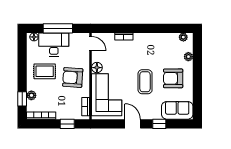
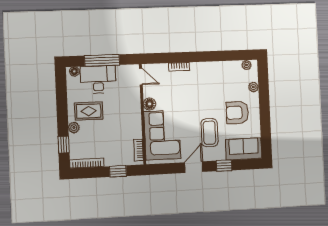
armchair: (73, 78) -> (122, 117), removed
coffee table: (145, 82) -> (209, 133), moved
plant: (31, 95) -> (74, 128), moved
door: (133, 124) -> (194, 167), hinge flipped

